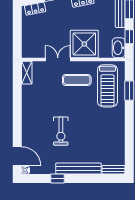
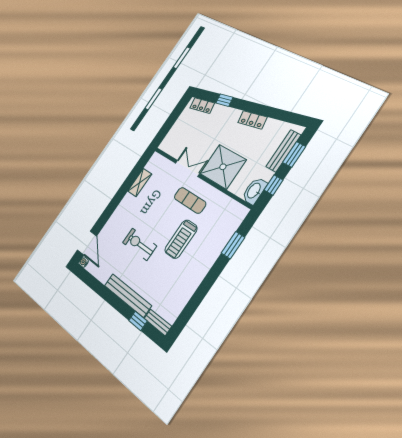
shelving: (27, 73) -> (140, 183), moved
treadmill: (107, 86) -> (181, 239), moved, width x0.73, depth x0.73
exercise bike: (61, 131) -> (139, 244), turned 90
window: (57, 178) -> (138, 321), moved

